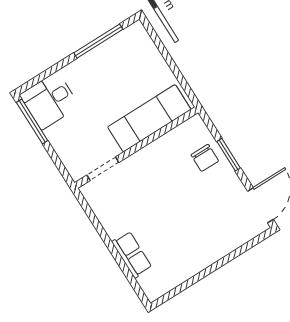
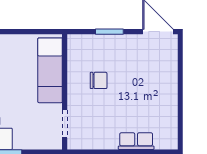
chair: (205, 158) -> (99, 80), moved

